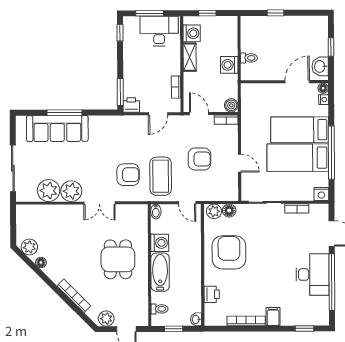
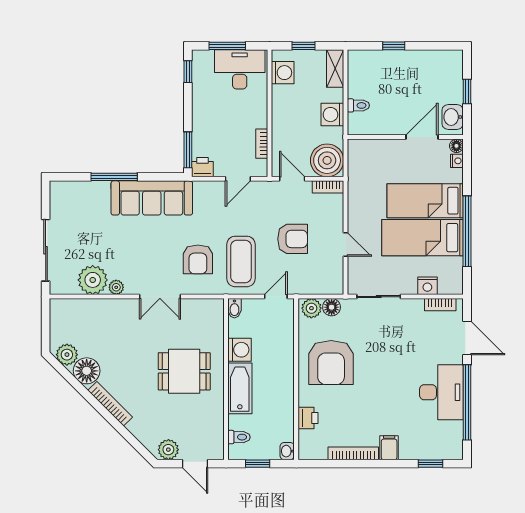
shelving: (190, 57) -> (335, 69), moved
boiler: (231, 105) -> (327, 160), width x1.86, depth x1.86
sofa: (57, 129) -> (152, 198), moved
armchair: (128, 175) -> (198, 259), turned 90
plant: (71, 191) -> (116, 287), width x0.53, depth x0.53
nightstand: (321, 194) -> (427, 286), moved
door: (187, 203) -> (276, 297), swing flipped
bookcase: (297, 208) -> (440, 305), moved
armchair: (229, 252) -> (331, 363), turned 180
dining table: (118, 259) -> (184, 371), turned 90
floor lamp: (41, 263) -> (87, 371), width x1.89, depth x1.89
bookcase: (74, 296) -> (110, 404), moved

